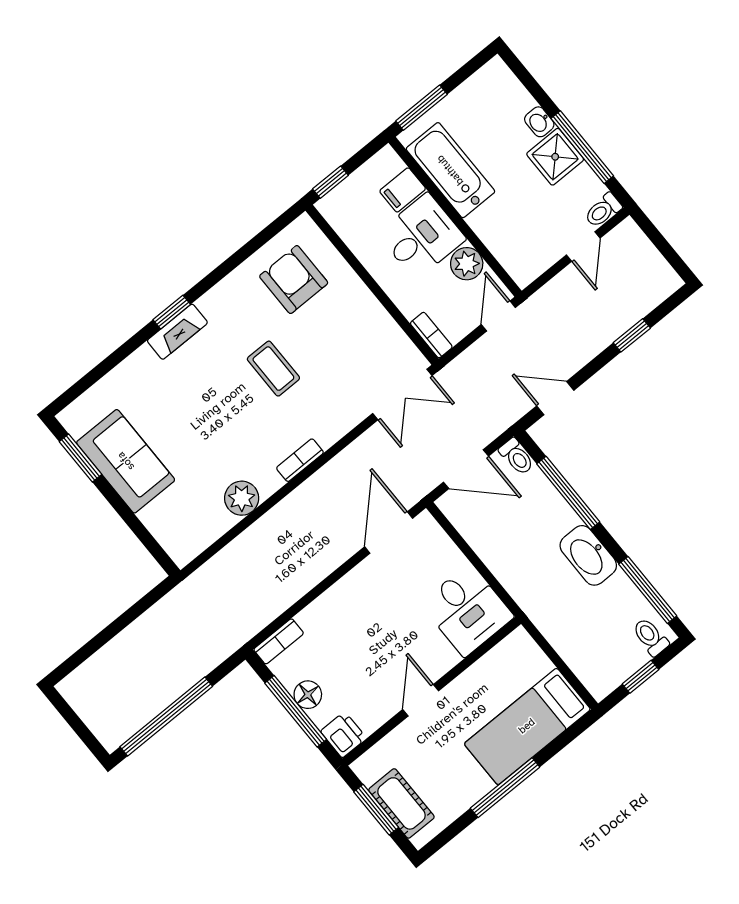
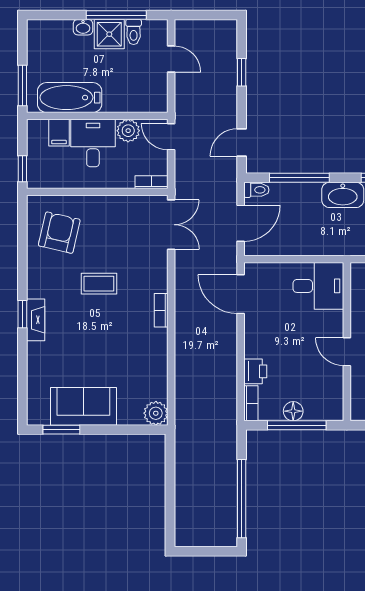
toilet: (603, 210) -> (134, 32), moved
armchair: (294, 280) -> (59, 233), turned 103
plant: (242, 498) -> (156, 413), moved
printer: (343, 735) -> (255, 371), moved, turned 90

